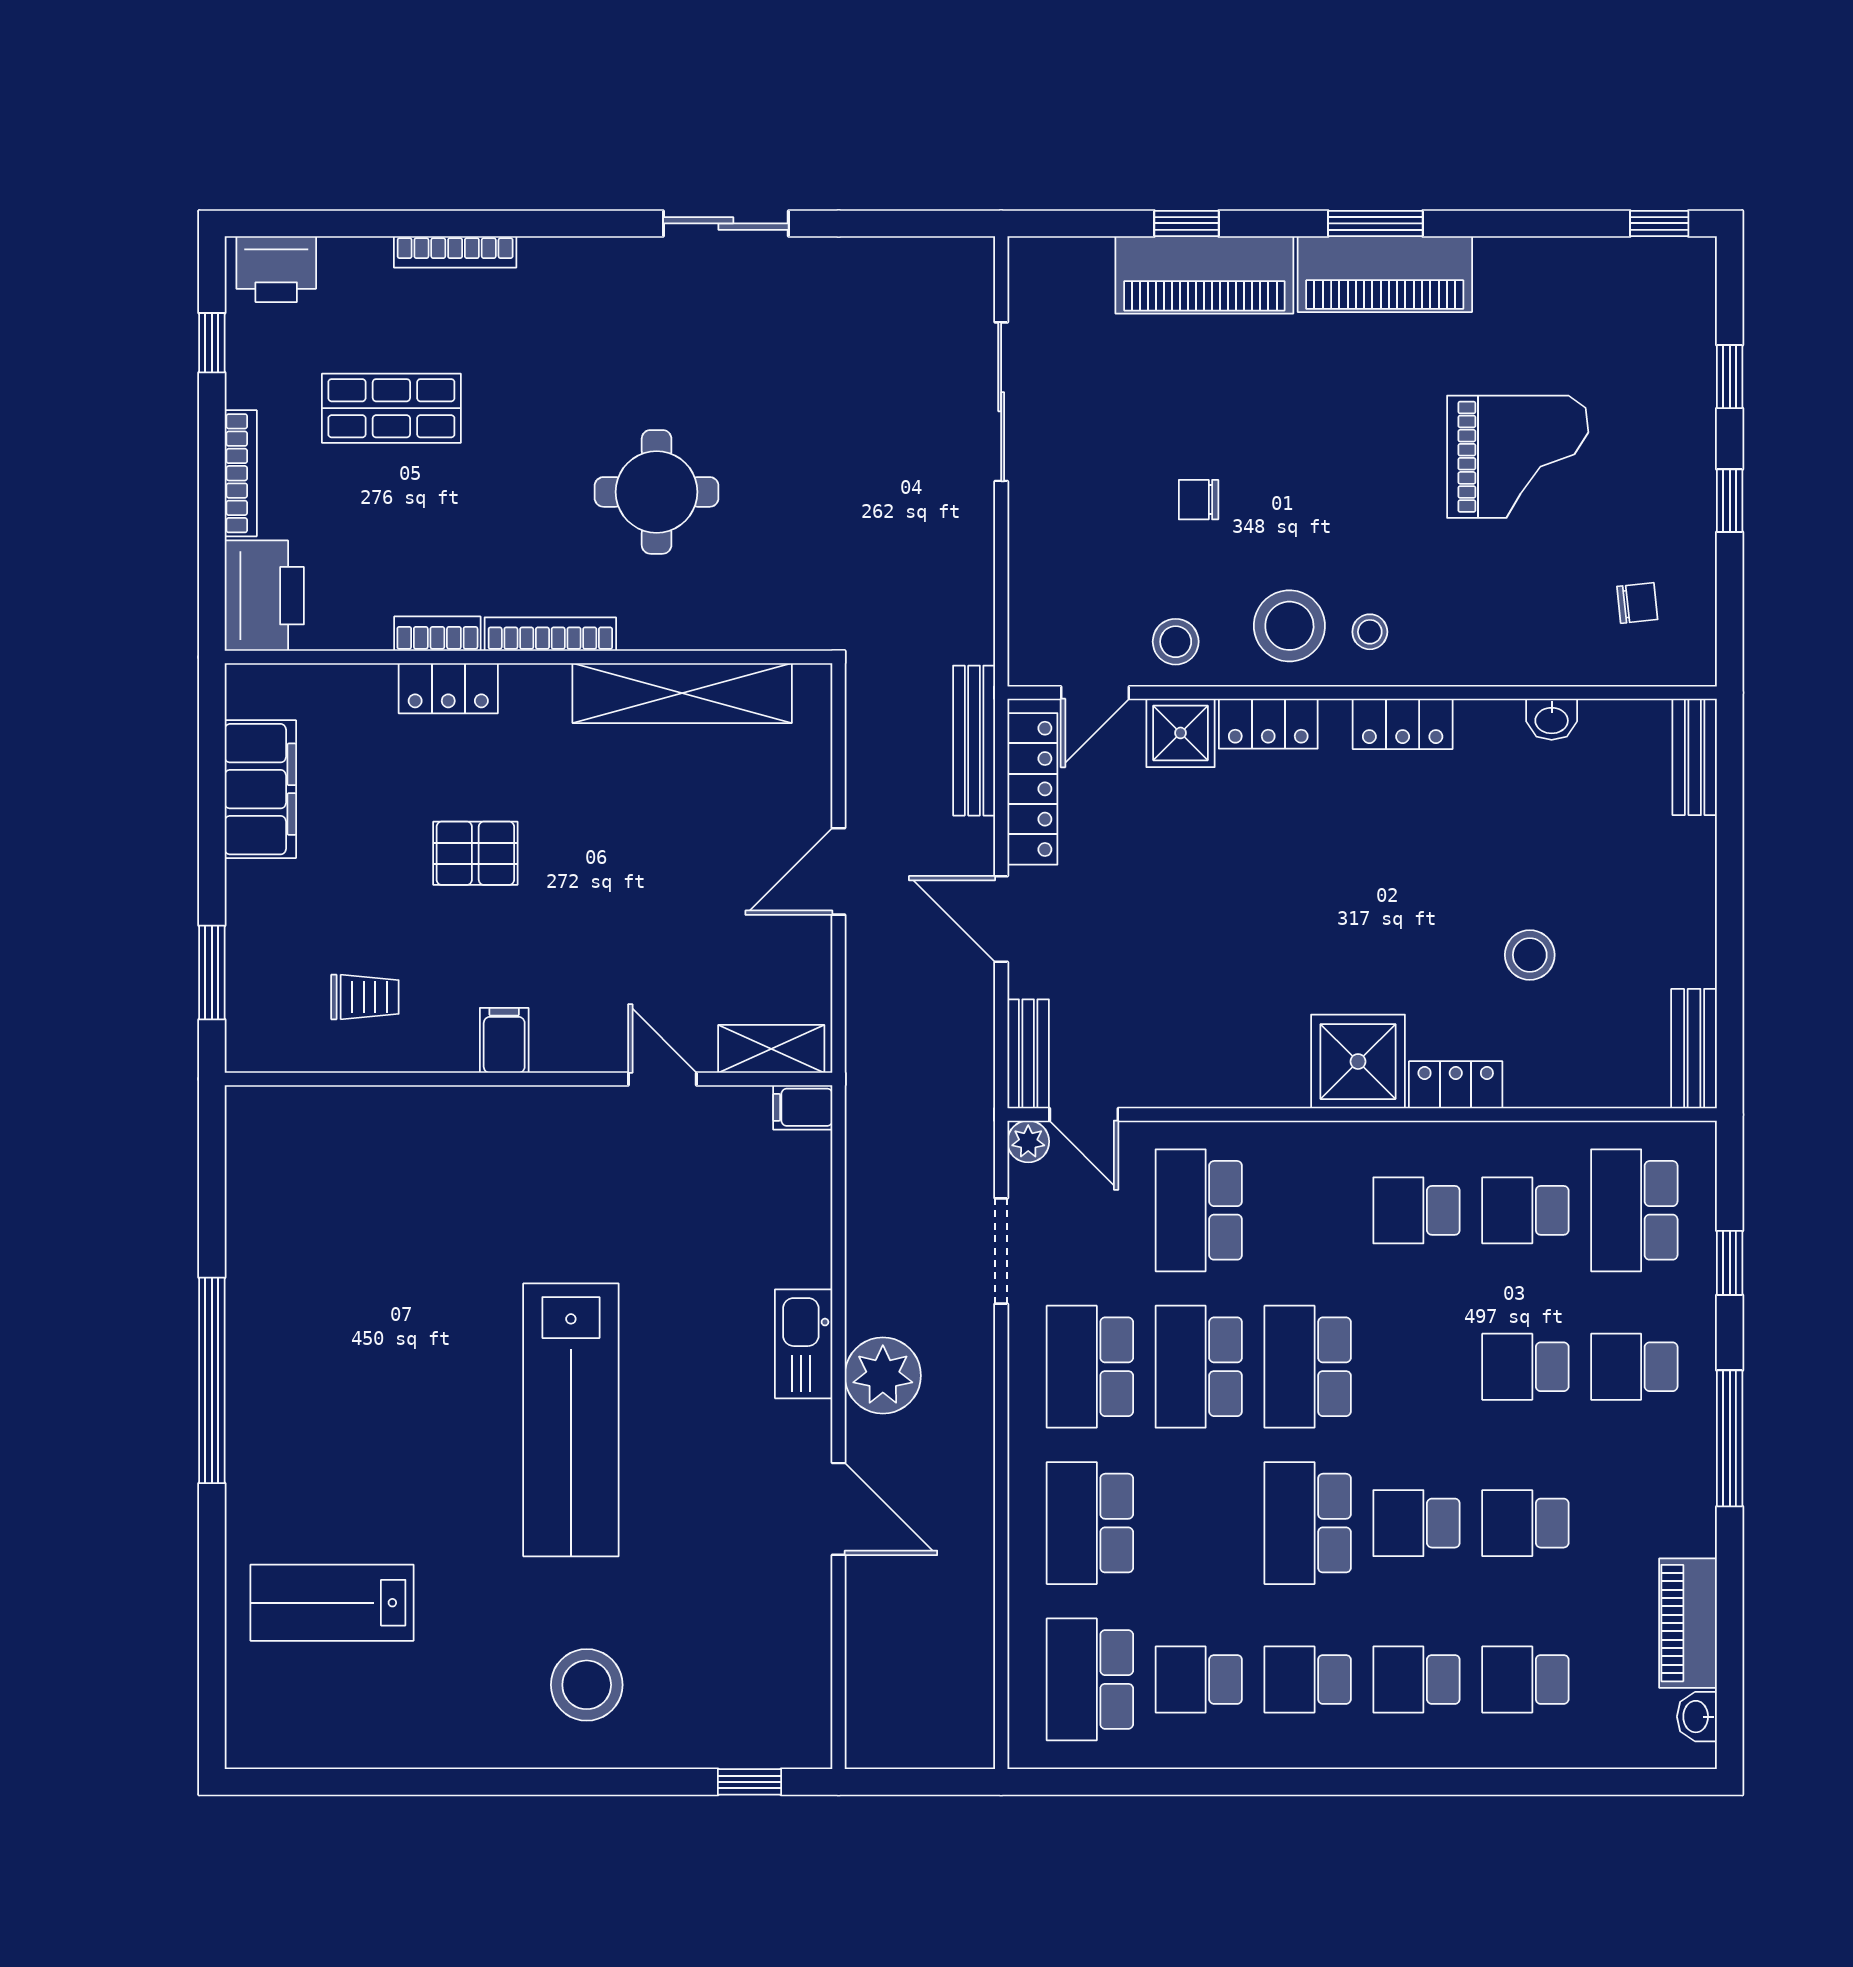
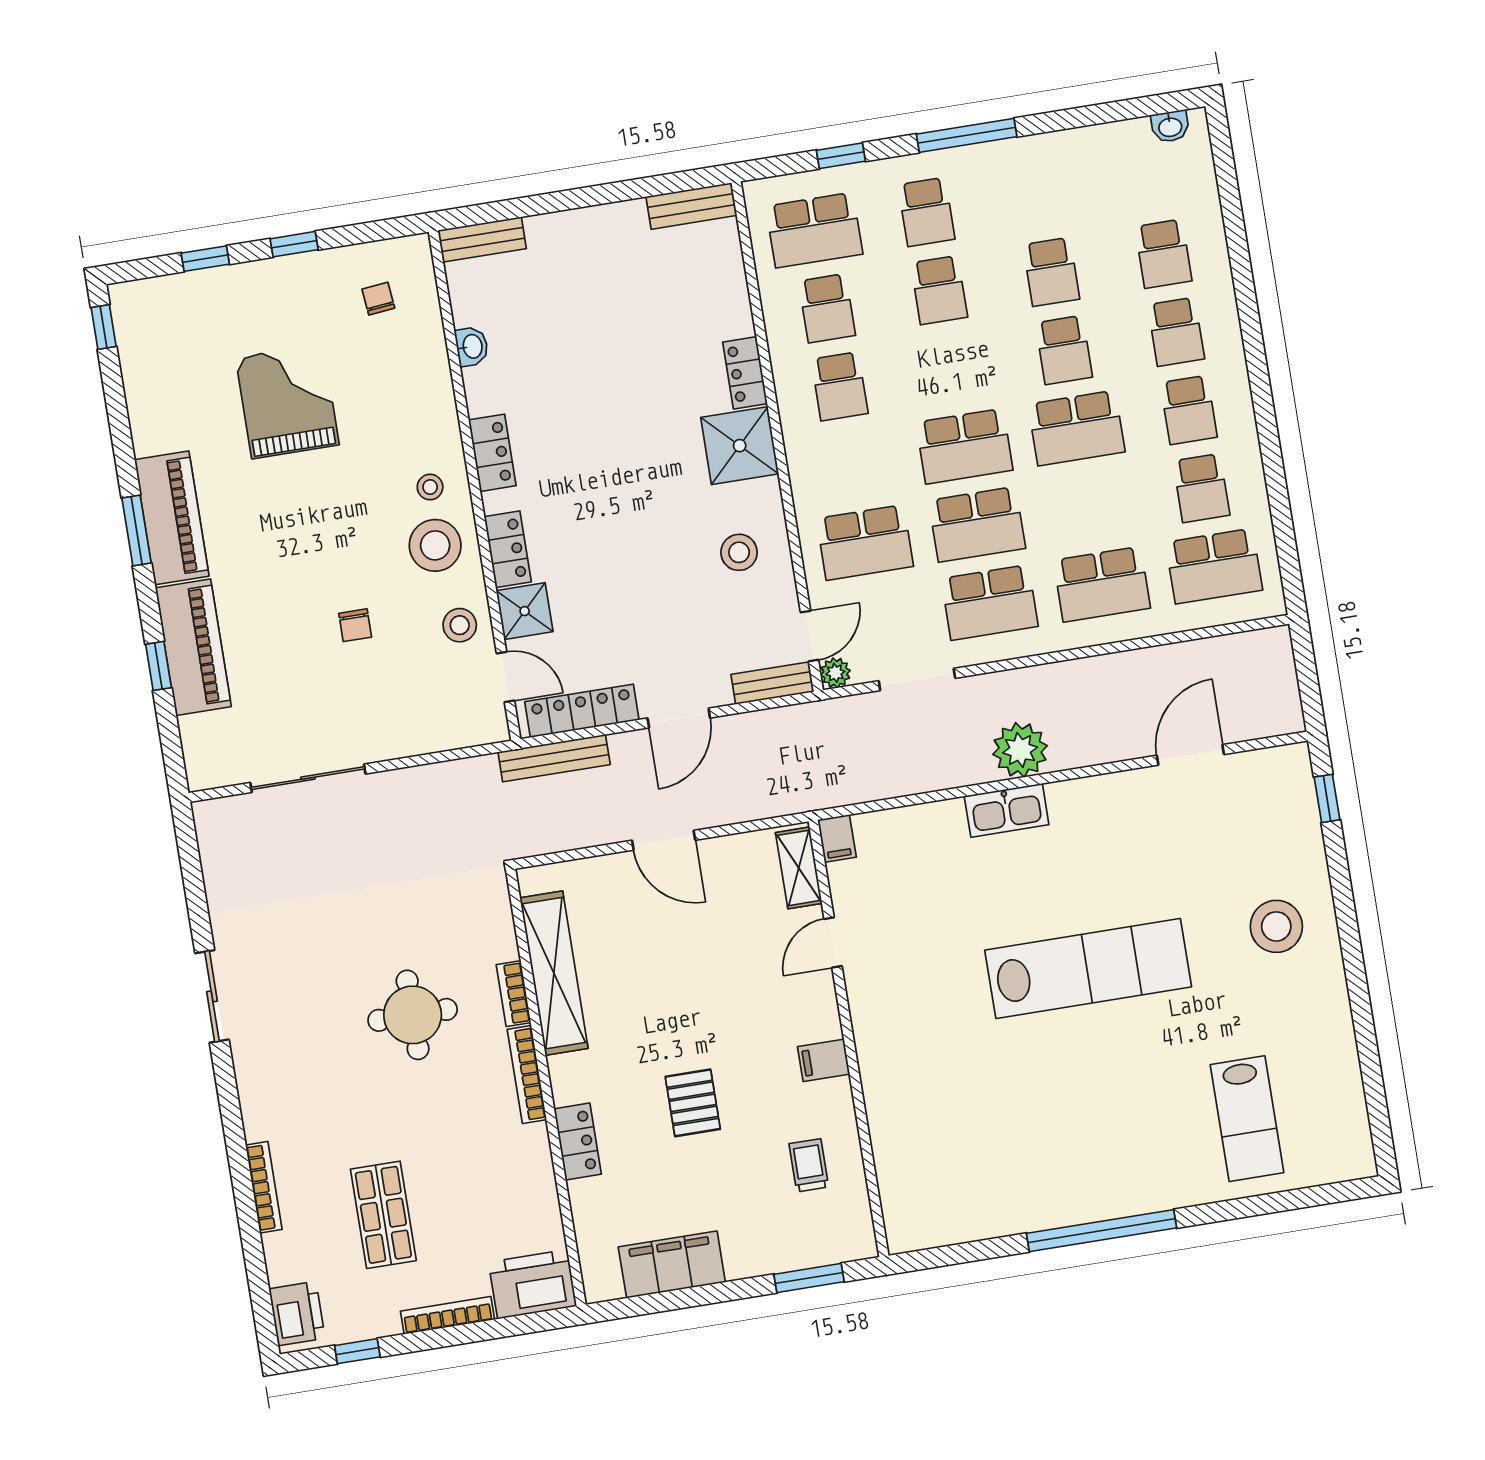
bookcase: (437, 634) -> (513, 994), moved
stool: (1530, 955) -> (739, 552), moved
door: (839, 1509) -> (1190, 755), moved
piano: (1688, 1623) -> (1104, 144), removed

